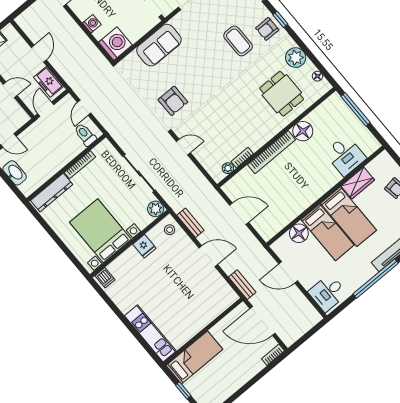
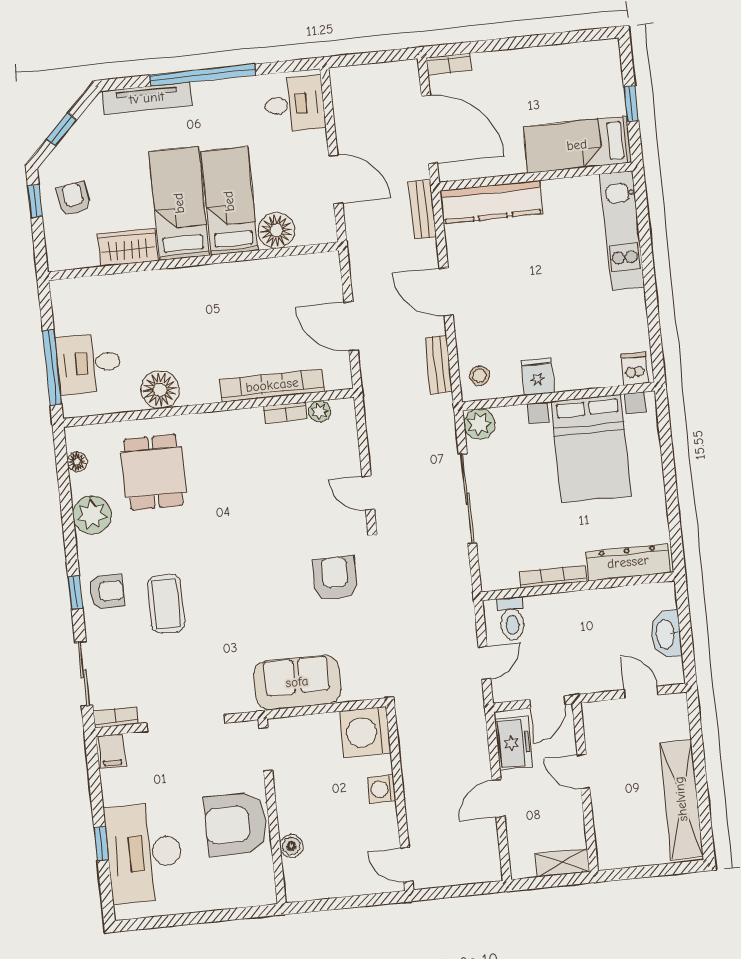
bookcase: (272, 152) -> (272, 385), moved
desk: (345, 155) -> (89, 363), moved, turned -90
kitchen counter: (215, 308) -> (491, 202), added

